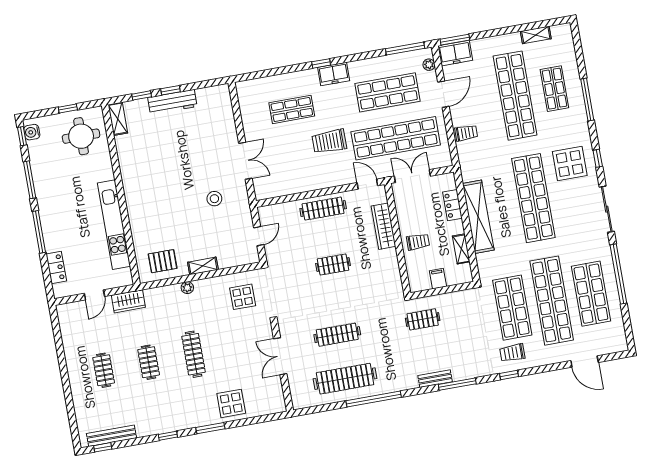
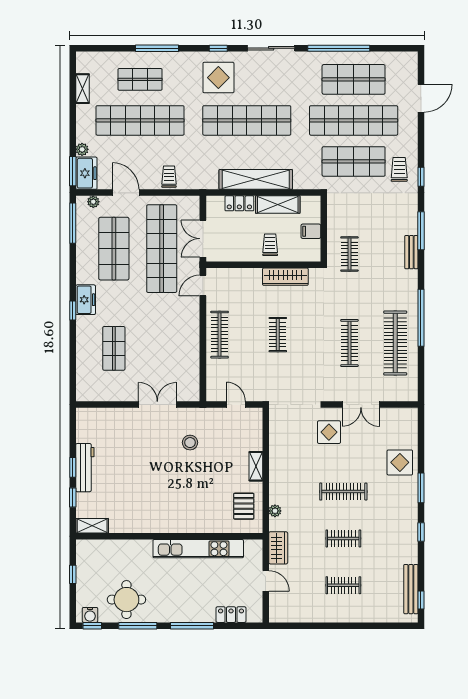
plant: (477, 45) -> (82, 149), added
round table: (81, 136) -> (126, 600), moved
trolley: (329, 141) -> (153, 316), removed
wardrobe: (384, 226) -> (285, 277), moved
shelving: (461, 249) -> (278, 205), width x1.50, depth x1.33
plant: (187, 288) -> (275, 511), moved
display table: (243, 297) -> (329, 432), moved
trolley: (512, 353) -> (399, 169), turned 180

